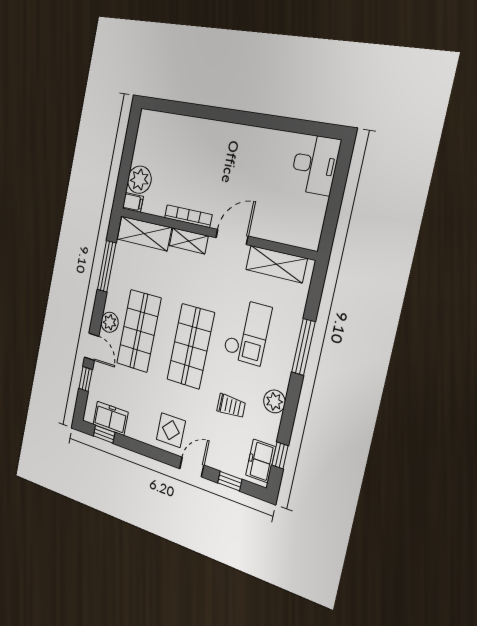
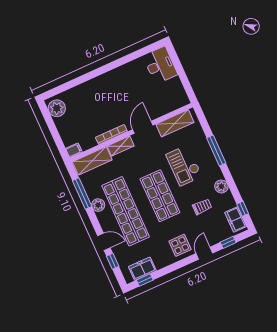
plant: (139, 180) -> (57, 108), moved
plant: (110, 322) -> (98, 205), moved
shop shelf: (139, 331) -> (126, 211), width x1.40
checkout: (247, 332) -> (184, 165), turned 180

